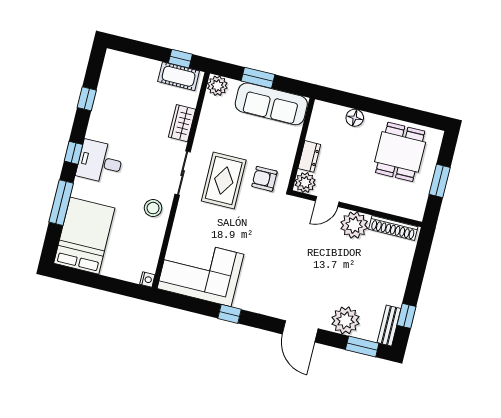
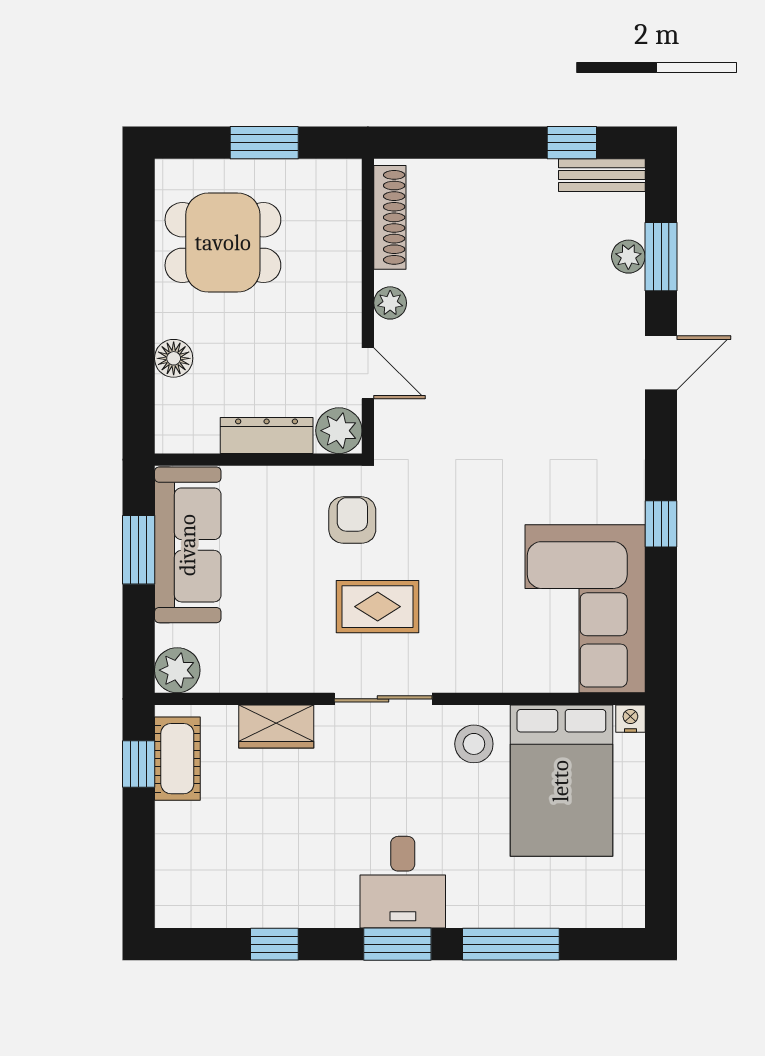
window: (258, 78) -> (139, 550), moved
window: (73, 153) -> (397, 944), width x1.50
dresser: (309, 156) -> (267, 436), width x1.44
armchair: (264, 179) -> (352, 520), turned 180
rug: (224, 181) -> (378, 607), width x0.73, depth x0.70
plant: (354, 225) -> (390, 303), width x0.53, depth x0.53
bed: (84, 236) -> (561, 781), moved, turned -90
plant: (346, 320) -> (628, 257), width x0.53, depth x0.53
door: (300, 331) -> (661, 363), width x0.73
window: (362, 347) -> (661, 257), moved

